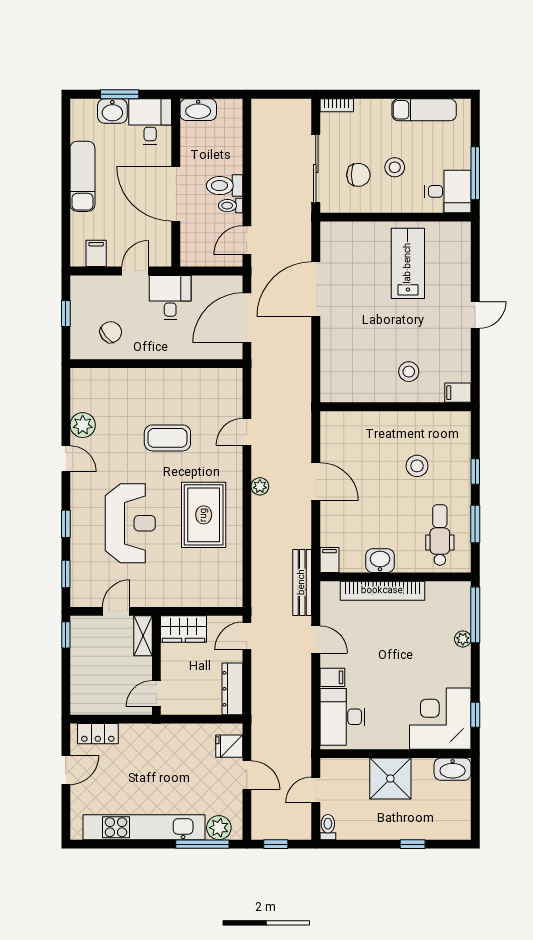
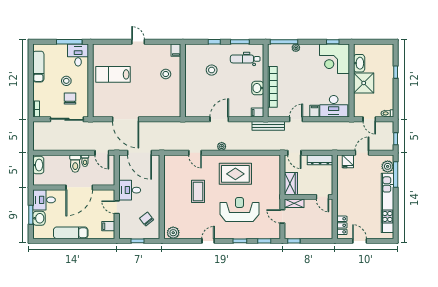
washbasin: (198, 110) -> (38, 165), moved
plant: (83, 425) -> (173, 233), moved
washbasin: (453, 769) -> (359, 63), moved

